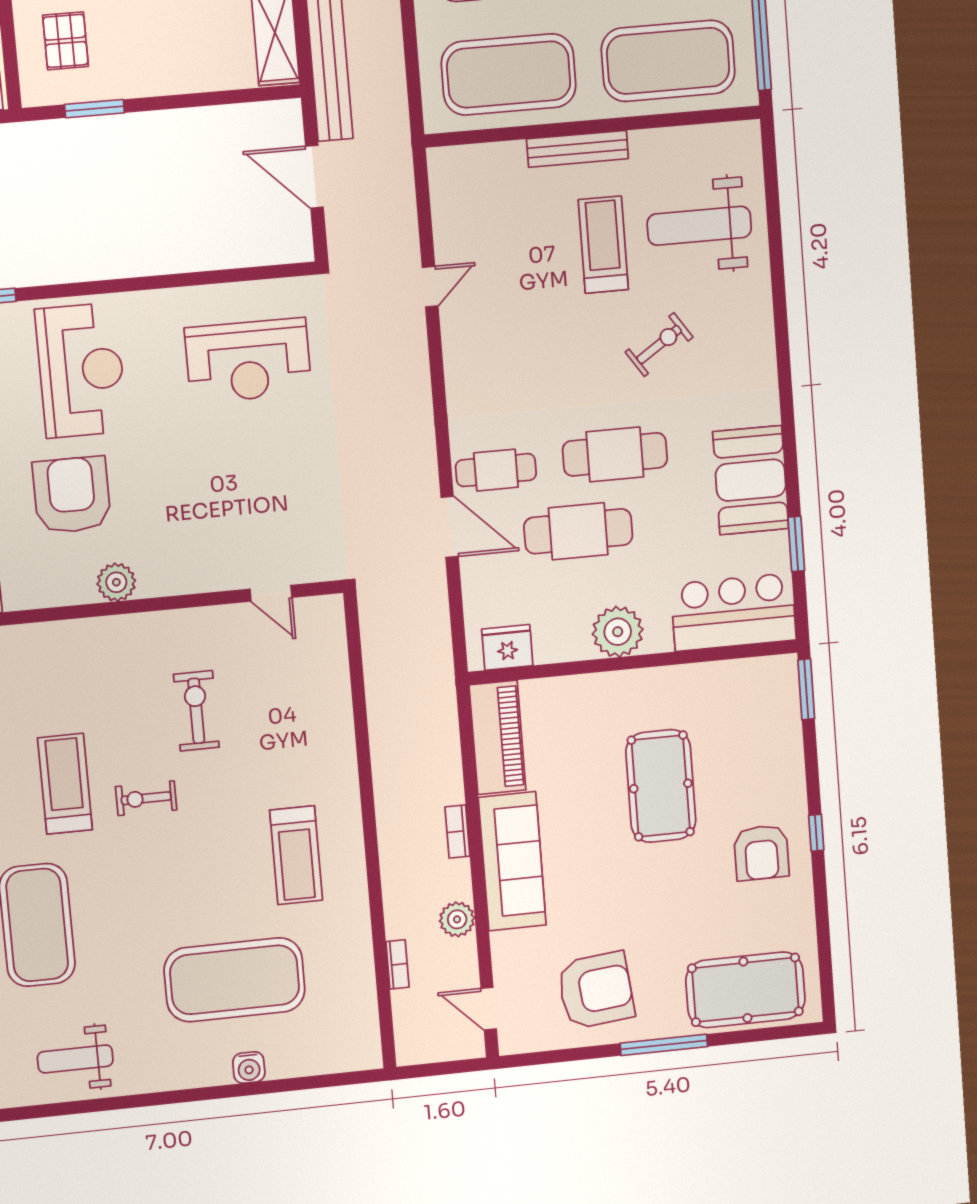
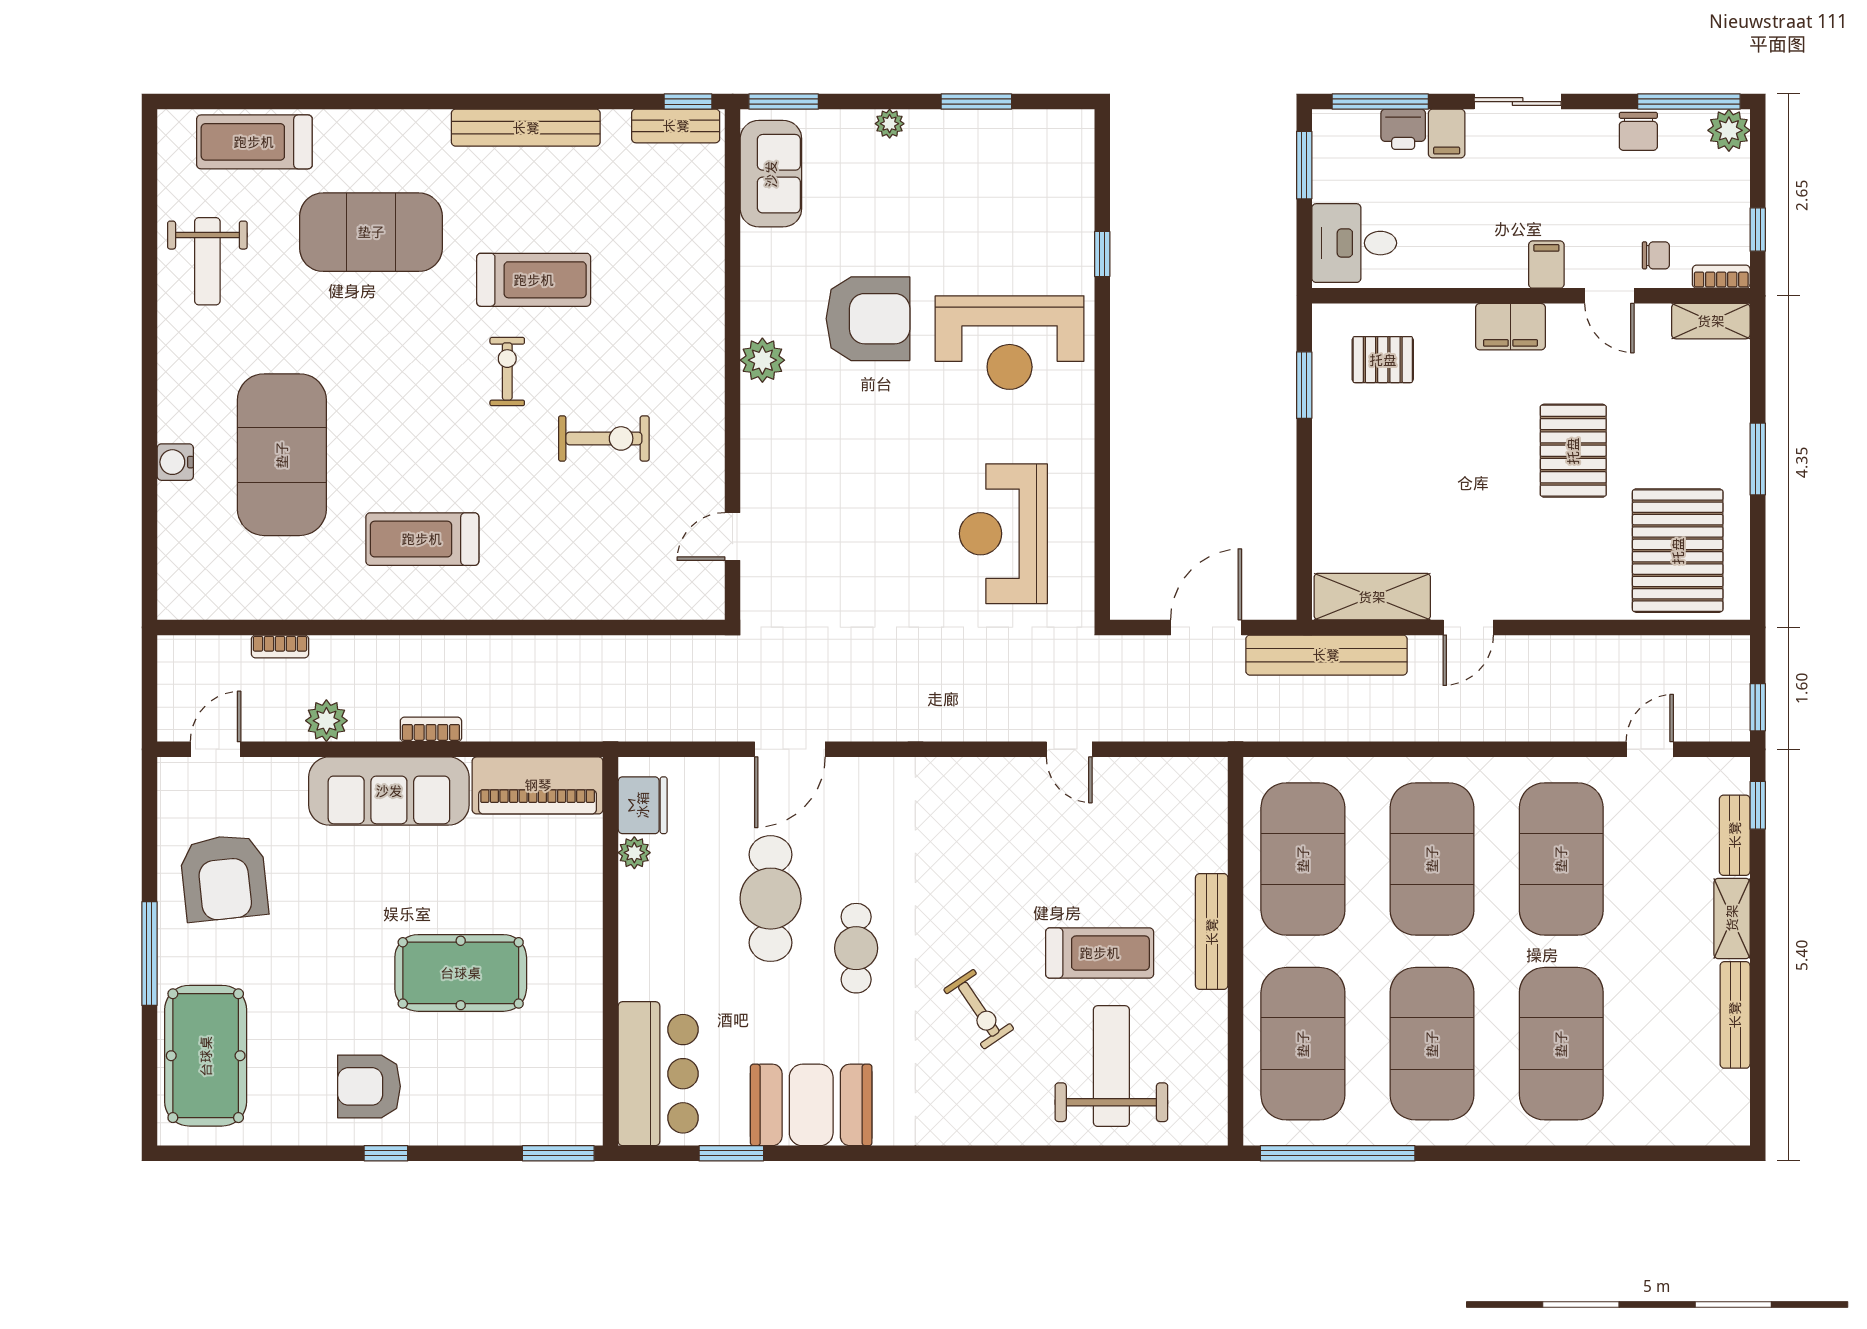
cafe table: (615, 454) -> (856, 948), width x0.73, depth x0.74
cafe table: (496, 470) -> (851, 808), removed
plant: (618, 632) -> (634, 853), moved, width x0.53, depth x0.53
weight bench: (75, 1059) -> (207, 261), turned 180

